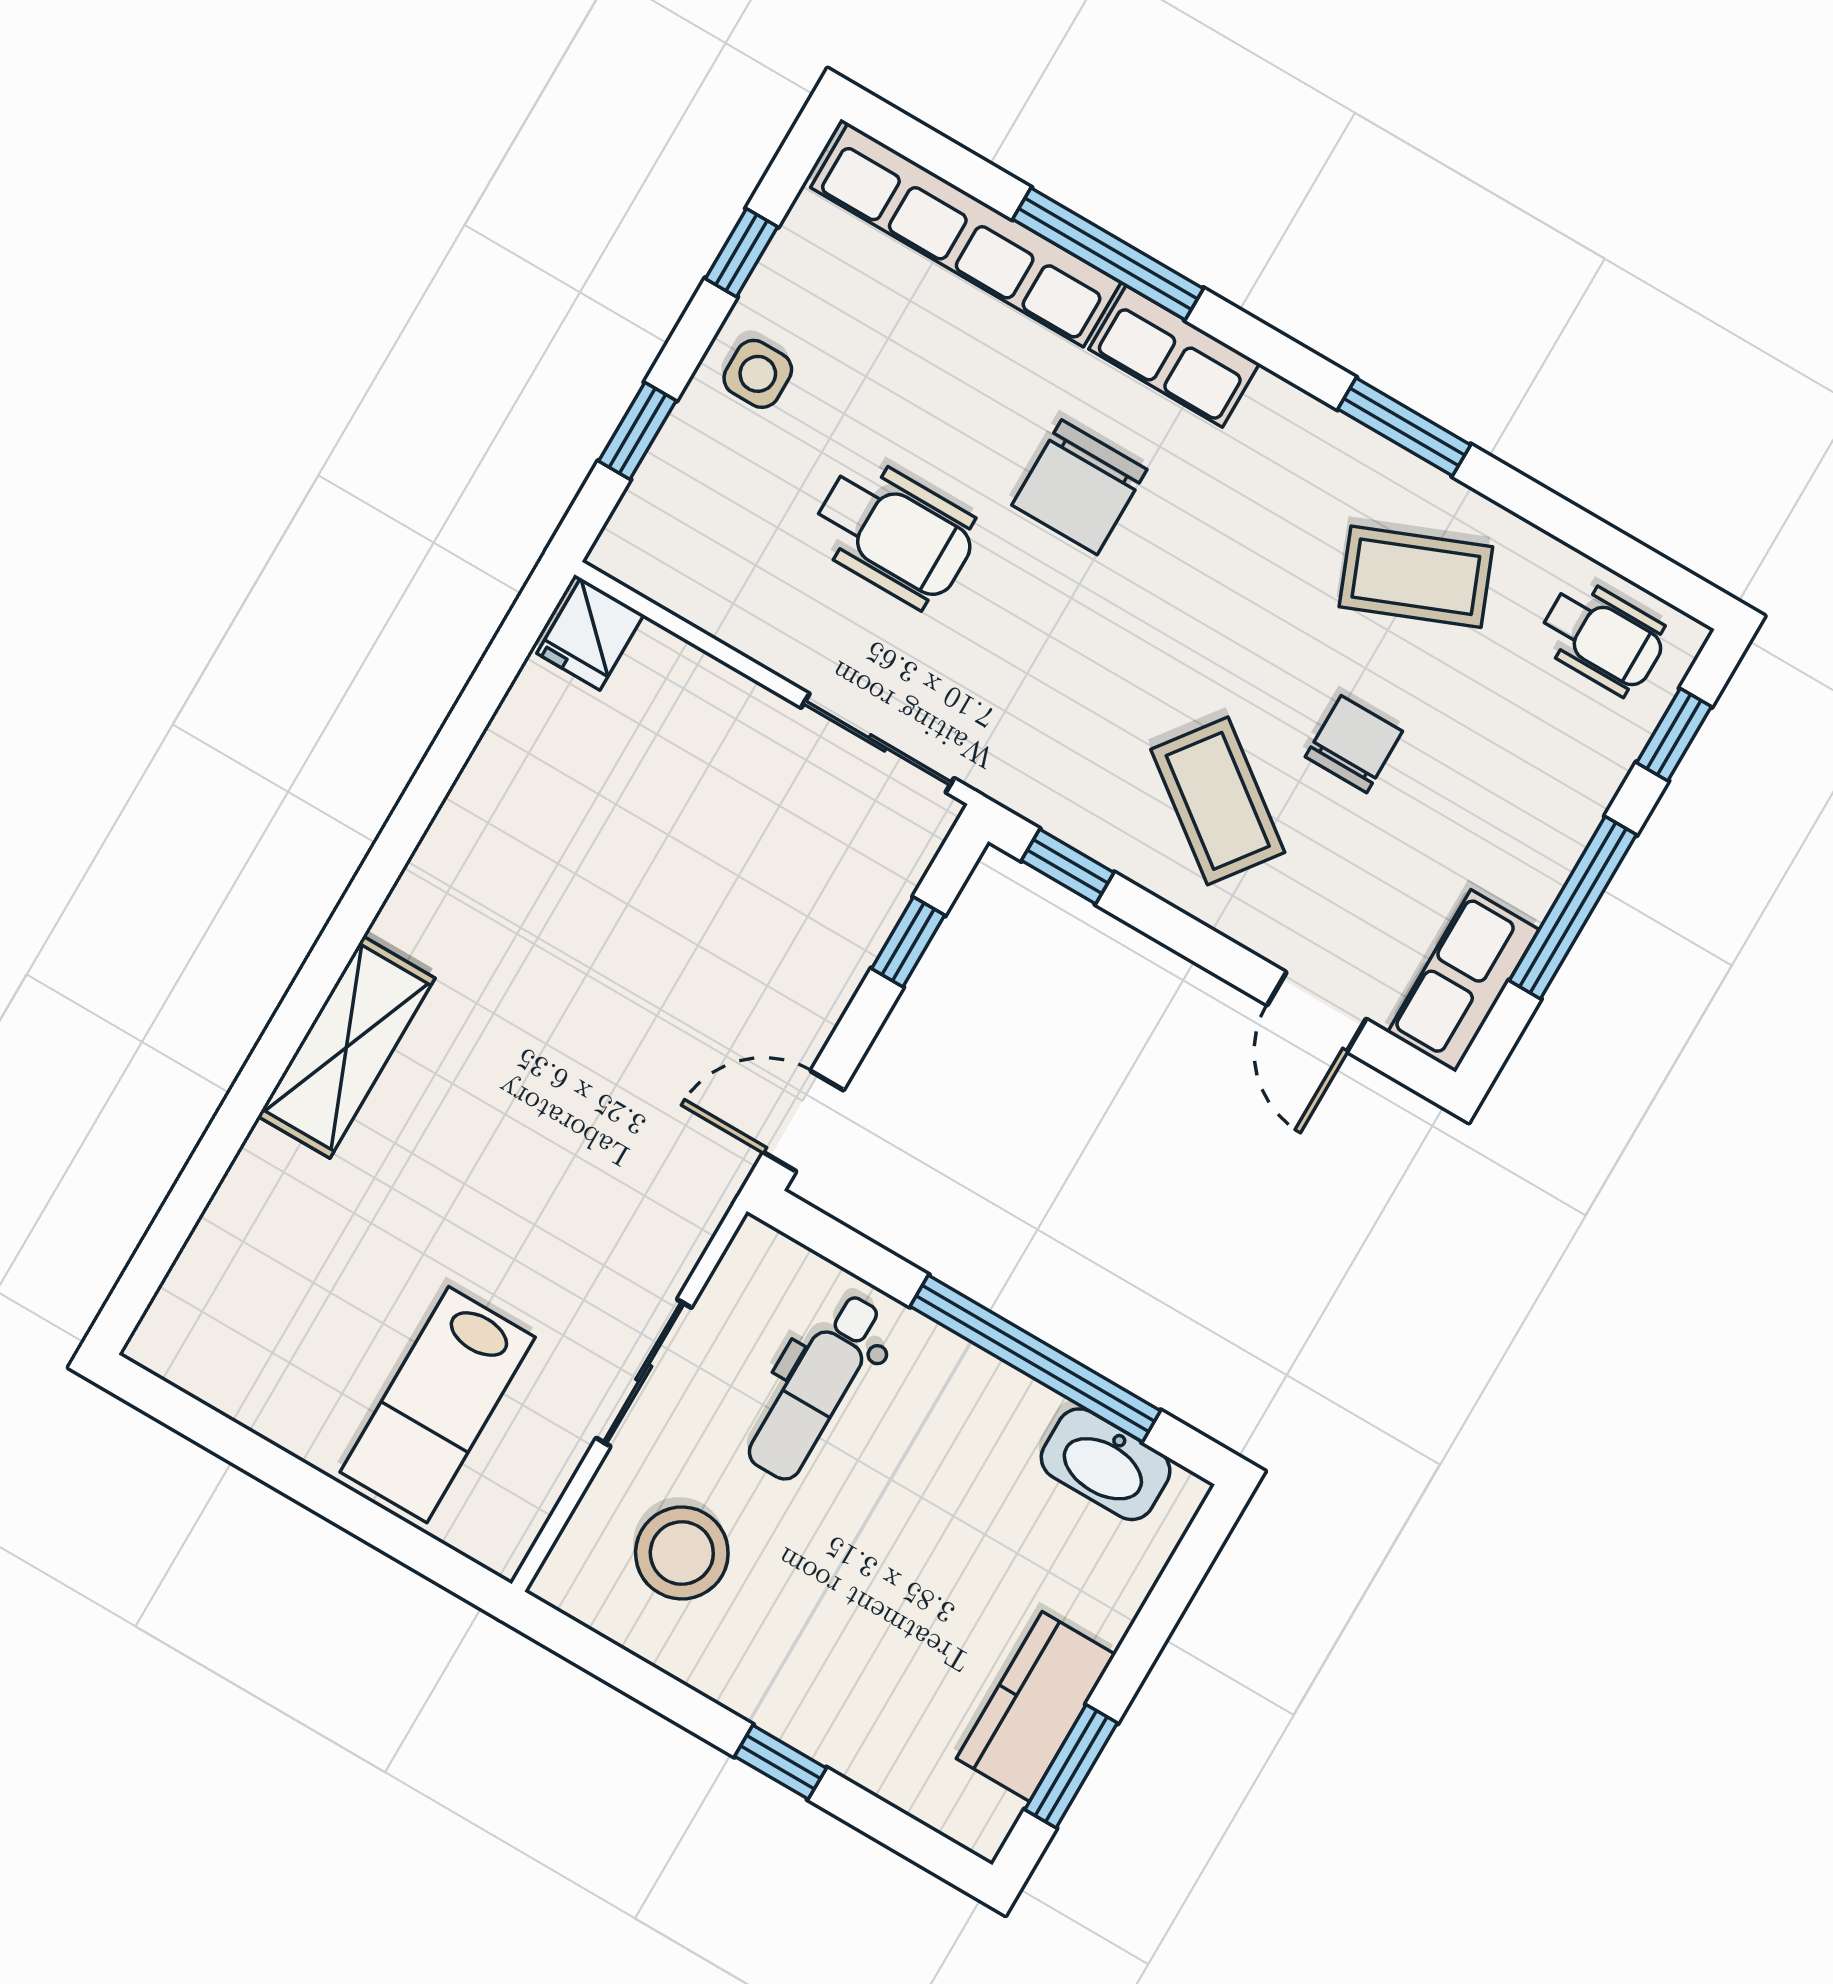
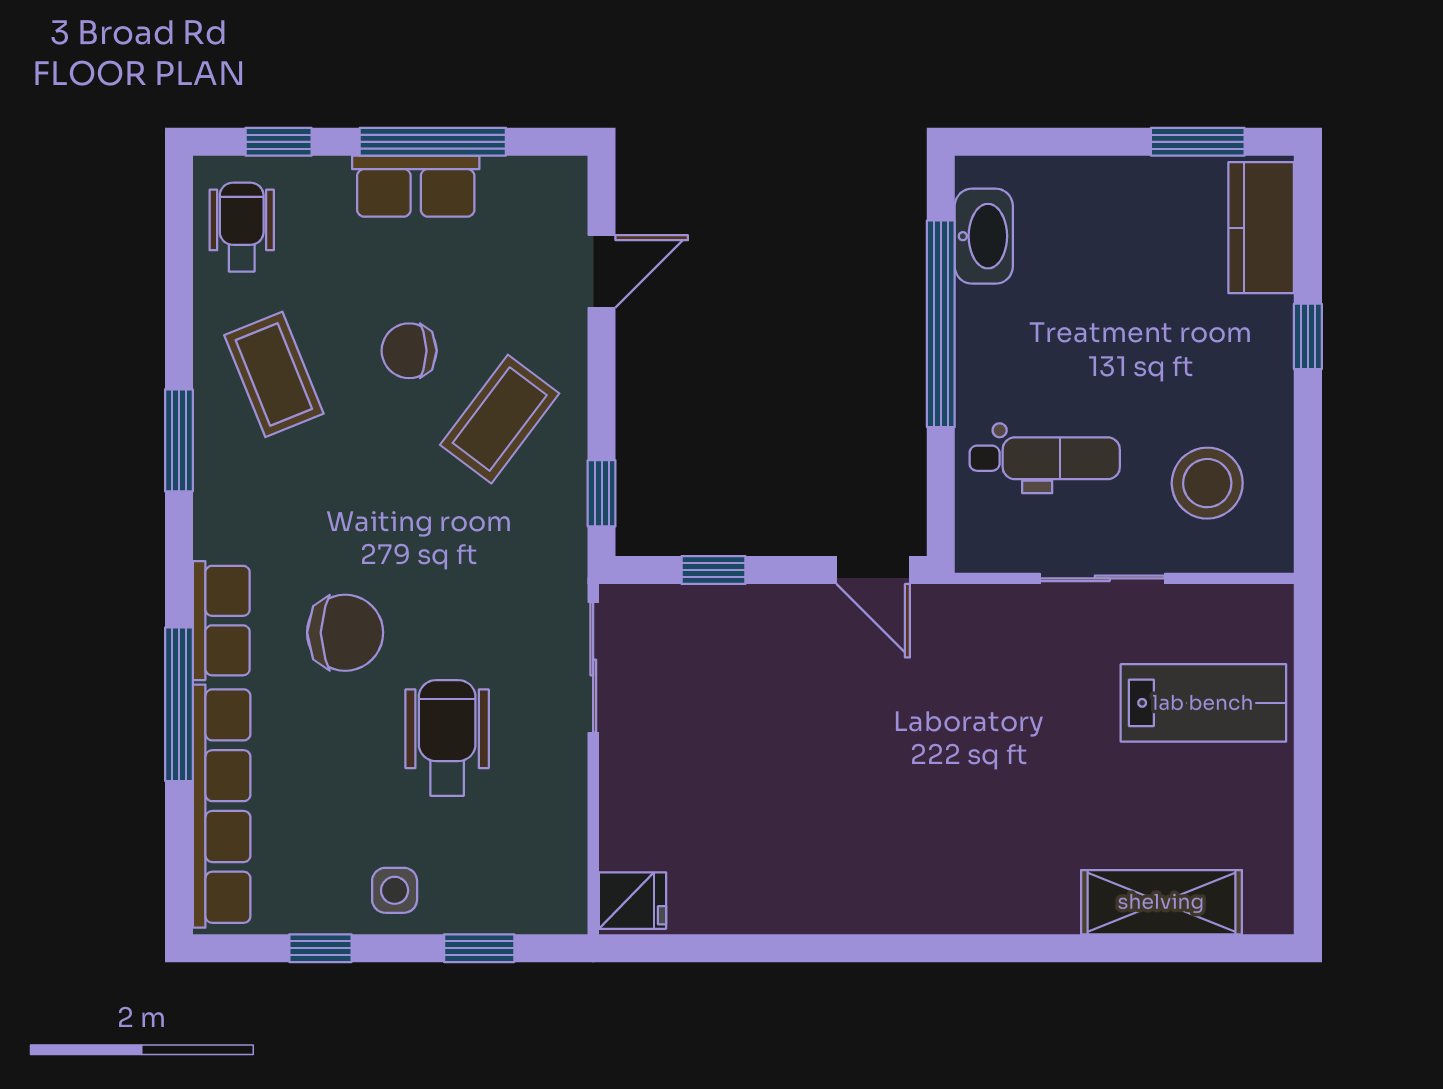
row of seats: (1463, 981) -> (416, 186), moved
shelving: (346, 1047) -> (1161, 902), moved
kitchen counter: (1036, 1706) -> (1261, 228), moved, turned 90

